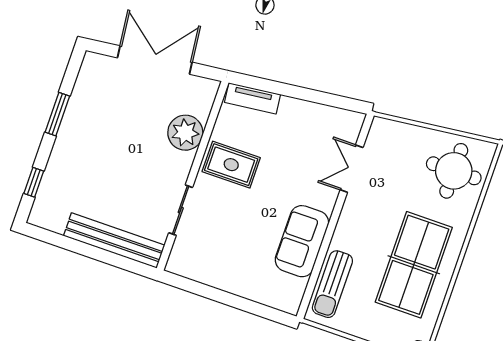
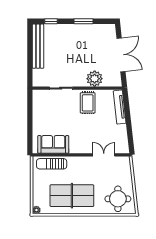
tv unit: (252, 98) -> (120, 107), width x1.41
bench: (114, 240) -> (38, 46), moved
sofa: (302, 241) -> (53, 144), moved

